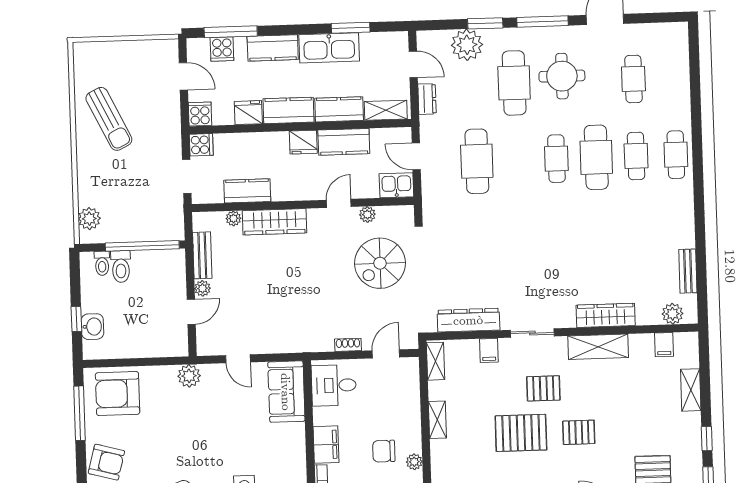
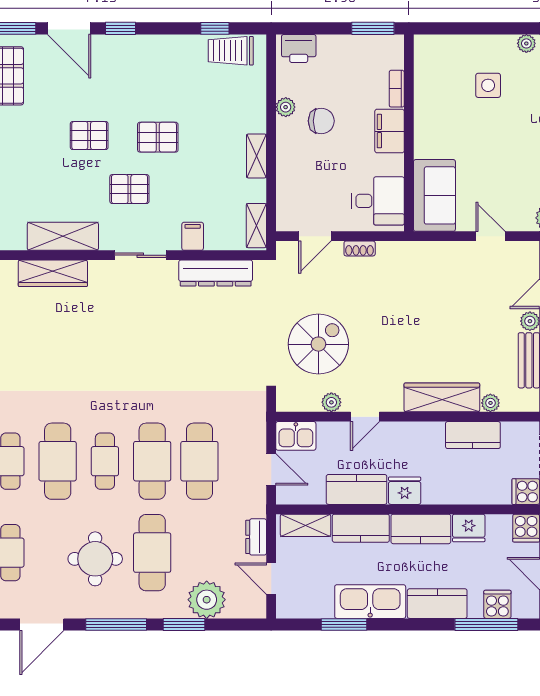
cafe table: (517, 160) -> (152, 461), added
pallet: (521, 433) -> (158, 137), width x0.67, depth x0.71

